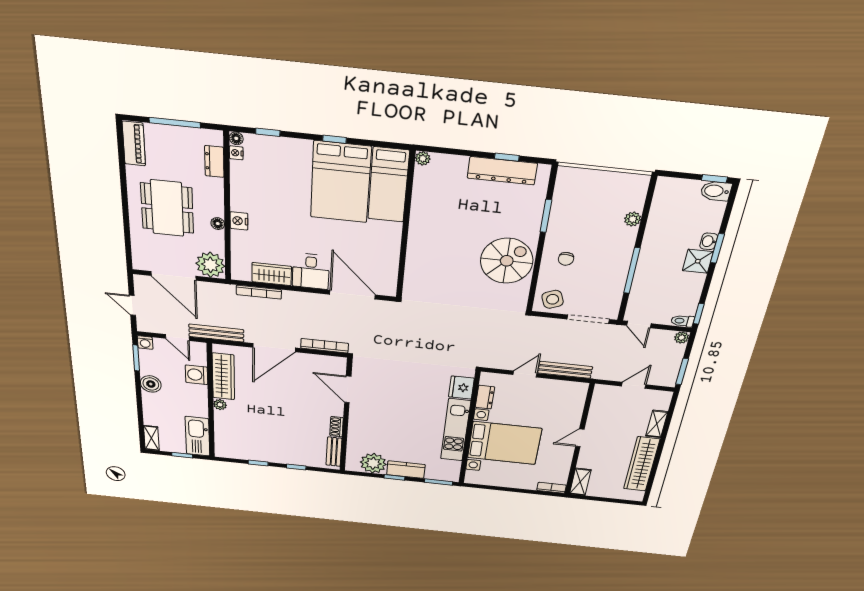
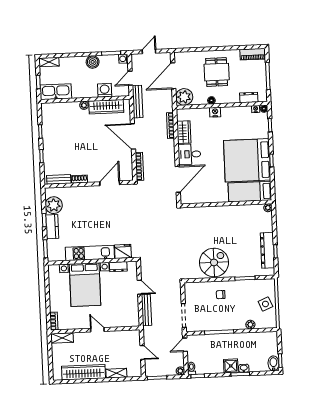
bed: (341, 182) -> (247, 160), width x1.36
dining table: (167, 208) -> (217, 72), width x0.73
spiral stairs: (507, 261) -> (214, 262), turned -90
side table: (553, 299) -> (265, 304), moved

